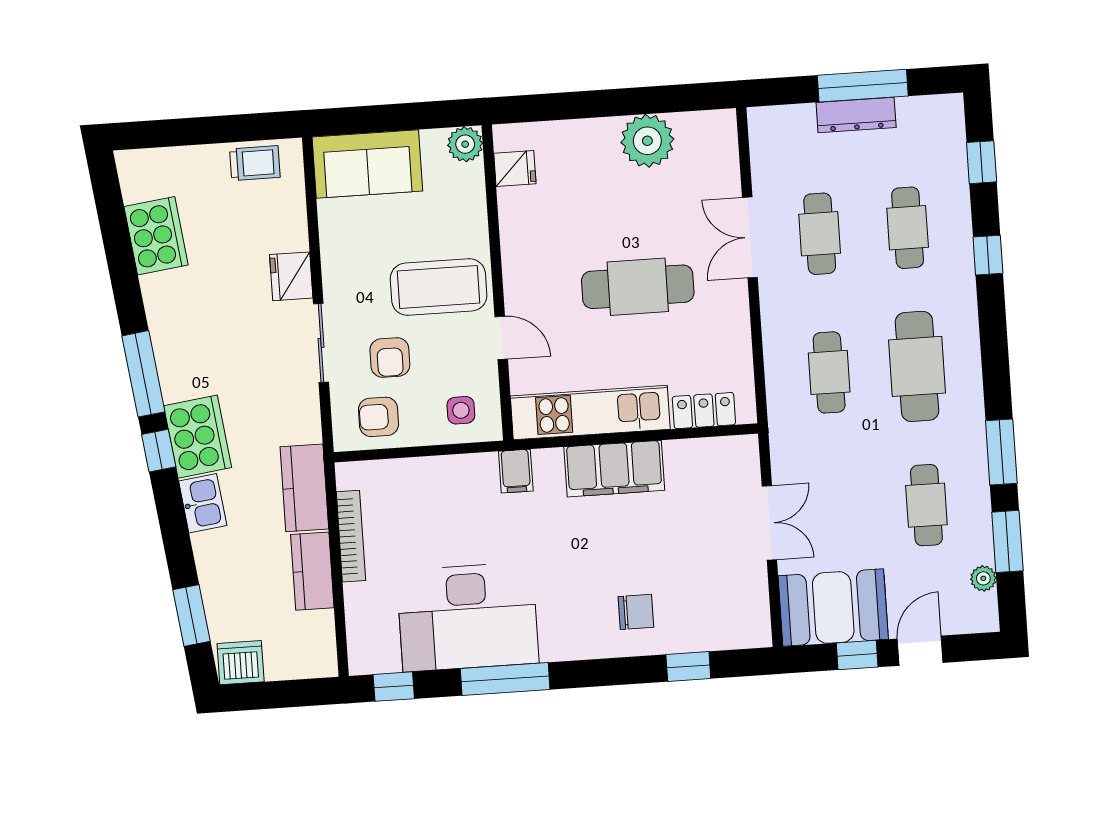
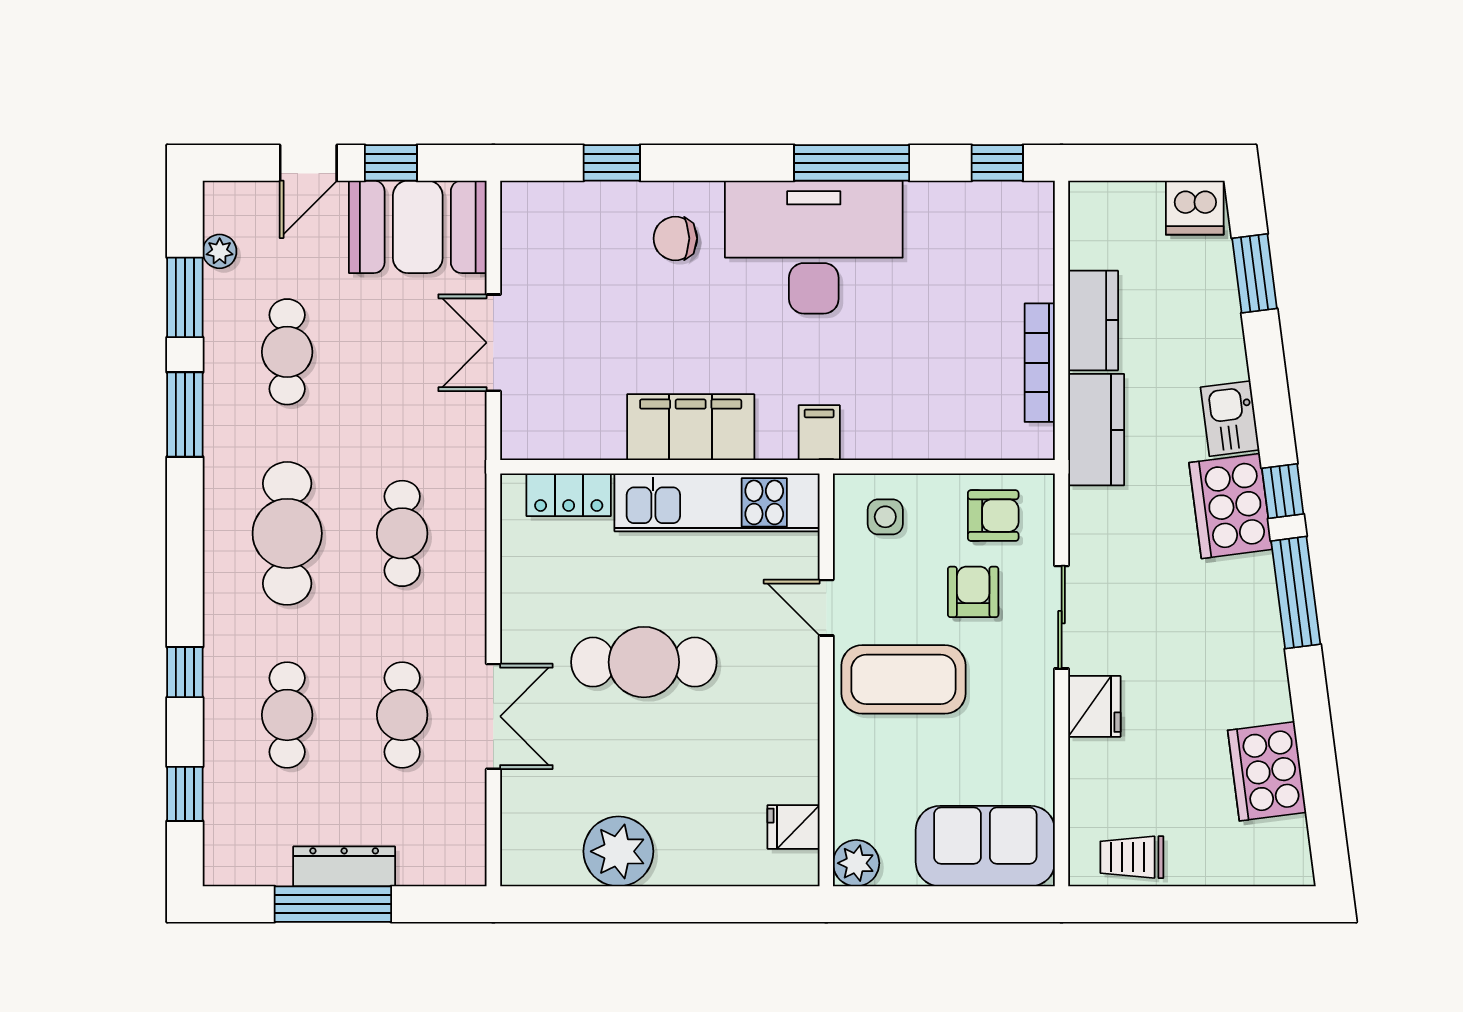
desk: (468, 617) -> (814, 247), moved

